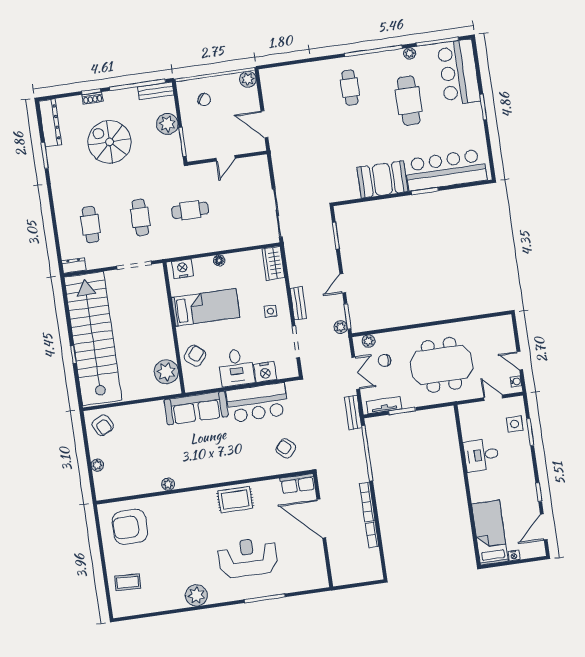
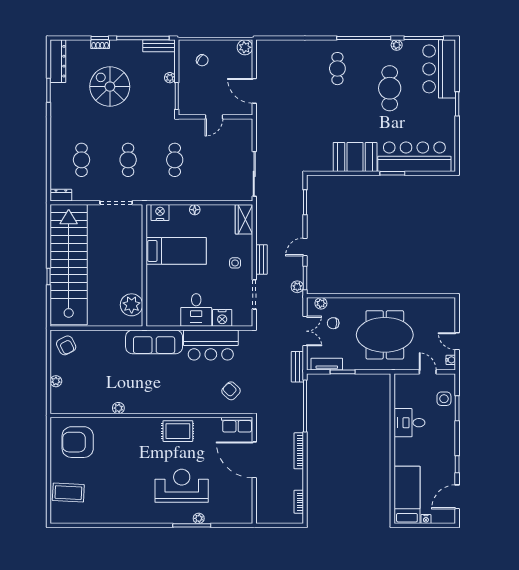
plant: (167, 124) -> (170, 78), width x0.53, depth x0.53
cafe table: (190, 210) -> (175, 160), turned 90
armchair: (195, 356) -> (160, 294), removed
bookcase: (372, 535) -> (299, 502), moved
coffee table: (128, 582) -> (68, 493), width x1.36, depth x1.30
plant: (196, 595) -> (199, 518), moved, width x0.53, depth x0.53

